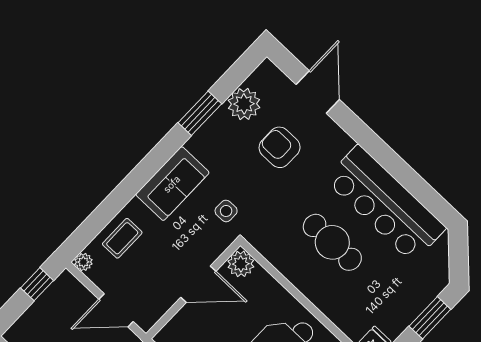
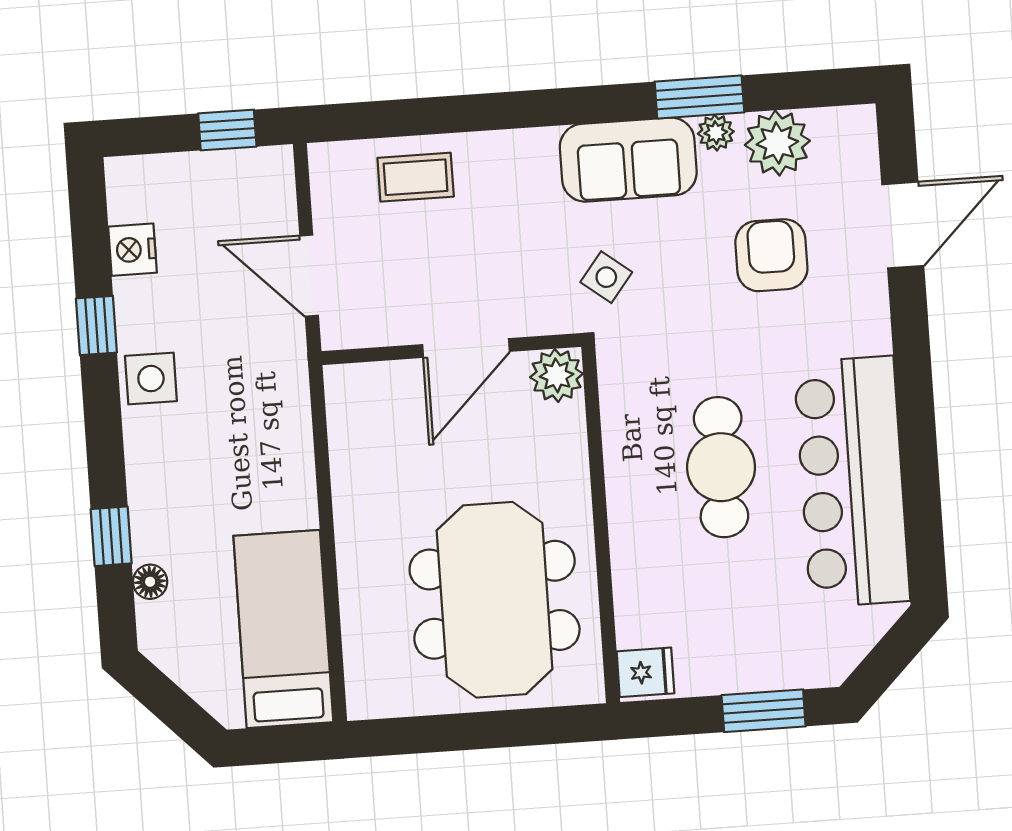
sofa: (172, 184) -> (628, 160), moved
side table: (226, 211) -> (606, 277), turned 38
plant: (83, 262) -> (716, 133), moved
door: (198, 284) -> (466, 348), hinge flipped

